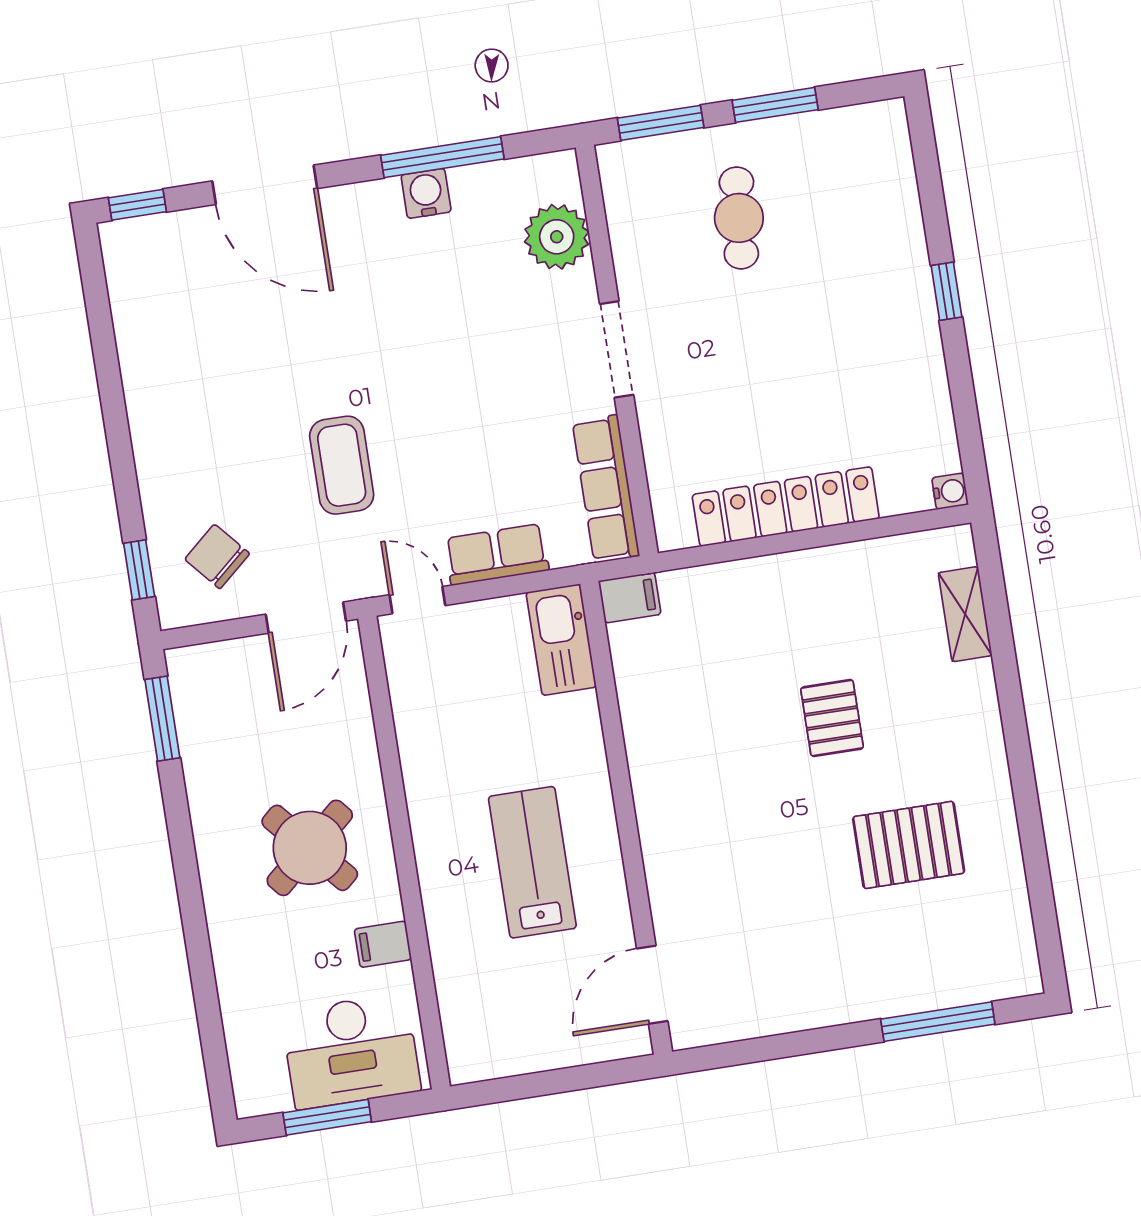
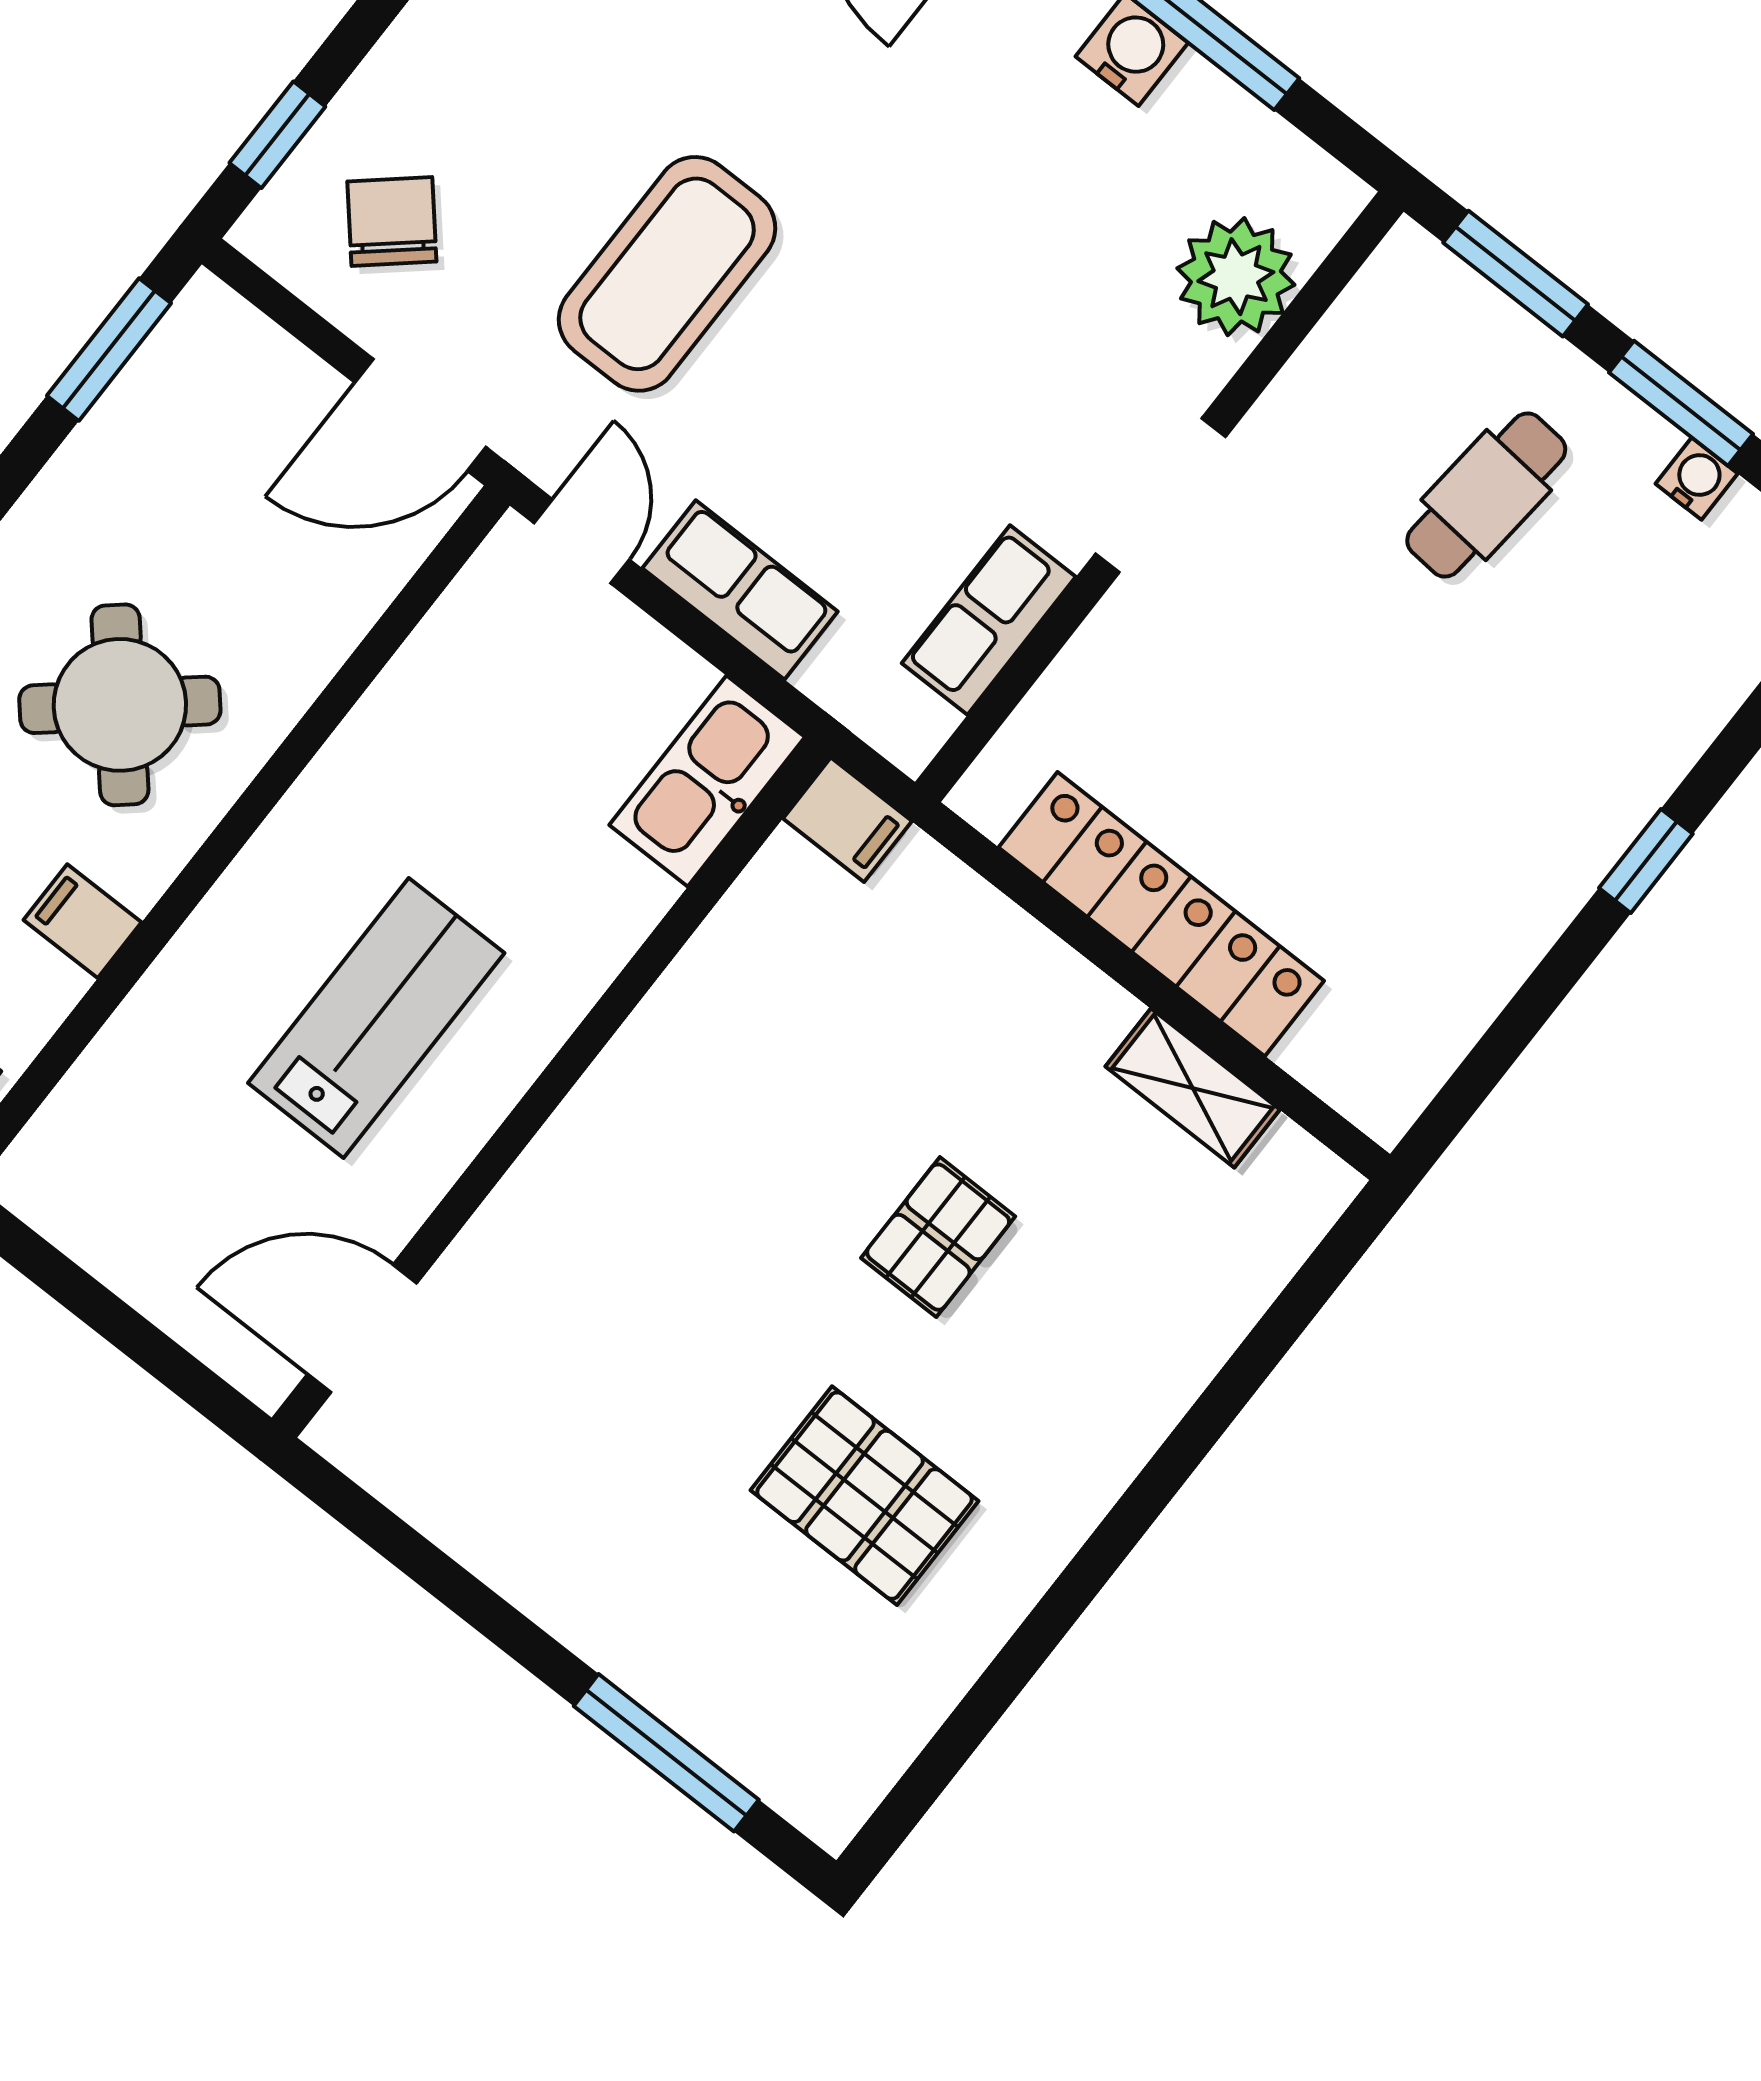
coffee table: (342, 465) -> (667, 274), width x1.36, depth x1.32
row of seats: (606, 488) -> (989, 620), width x0.68
water cooler: (950, 491) -> (1697, 479), moved, turned -90
shelving: (965, 614) -> (1193, 1088), moved, turned 90

